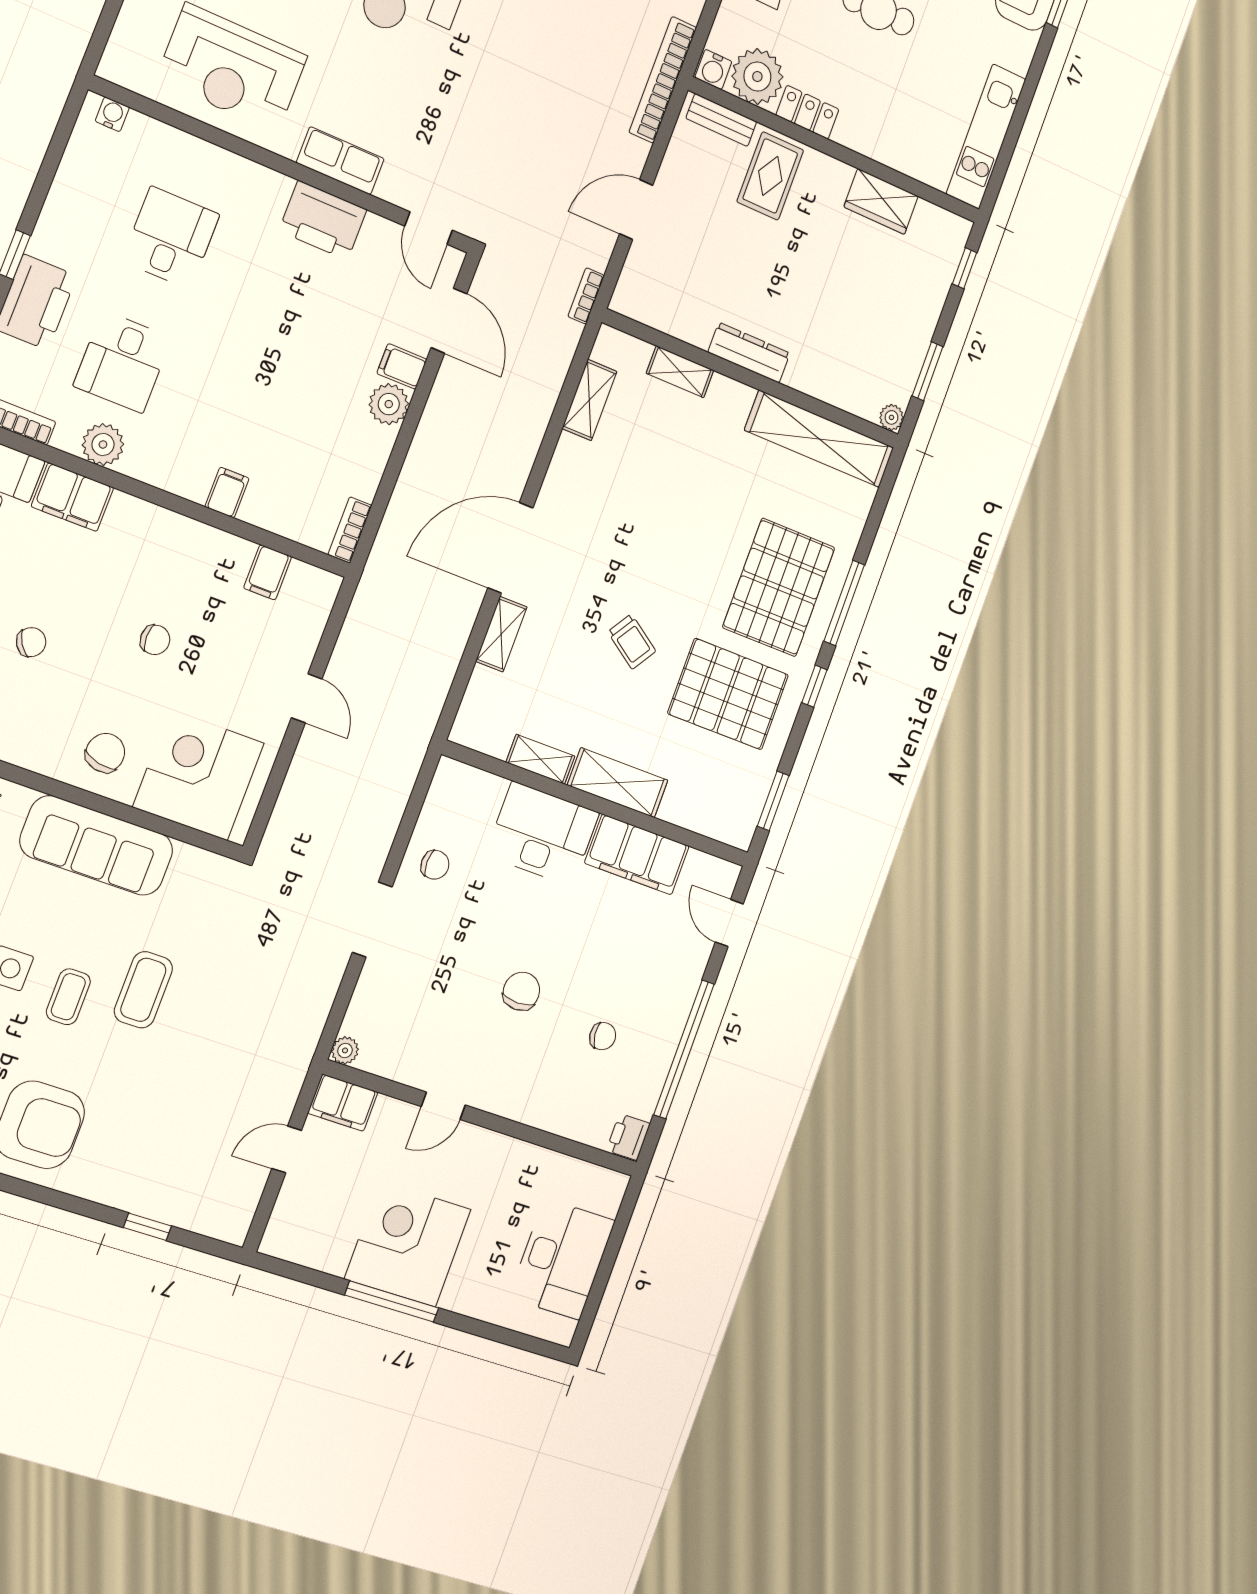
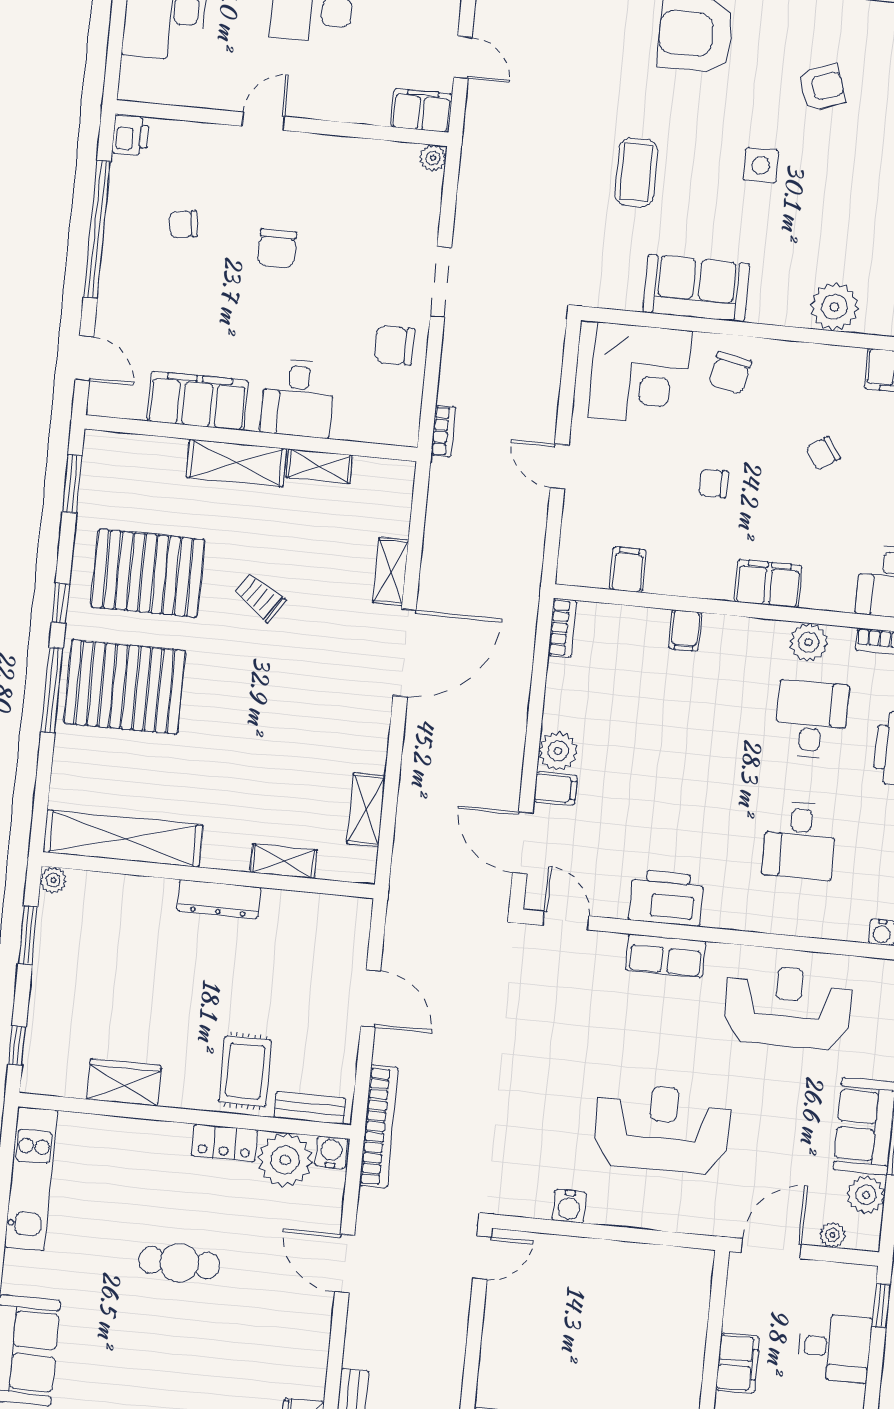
door: (636, 210) -> (371, 998), hinge flipped
bookcase: (586, 296) -> (443, 431), moved
filing cabinet: (72, 497) -> (768, 584), moved
pallet: (779, 587) -> (125, 687), turned 90
desk: (542, 834) -> (298, 398), width x0.73
sofa: (97, 846) -> (696, 288), width x0.73
chair: (435, 865) -> (395, 345), width x1.37, depth x1.37
coffee table: (68, 997) -> (702, 152), removed
door: (443, 1106) -> (263, 121), moved
door: (287, 1149) -> (463, 58), hinge flipped

